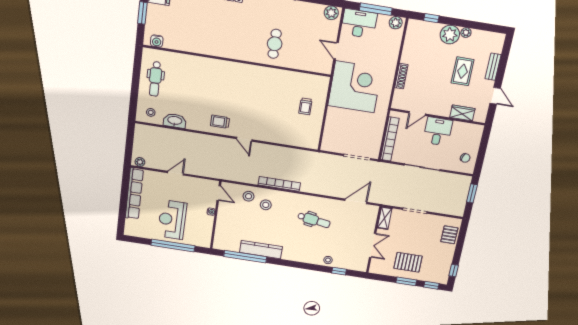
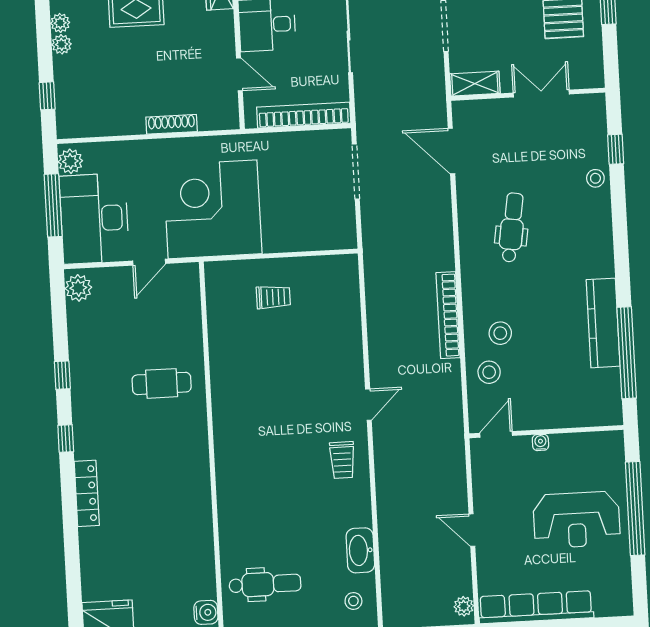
desk: (359, 24) -> (94, 219), width x1.36, depth x1.30
plant: (450, 35) -> (62, 44), width x0.53, depth x0.53
dental chair: (155, 79) -> (265, 584), moved

